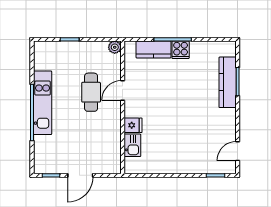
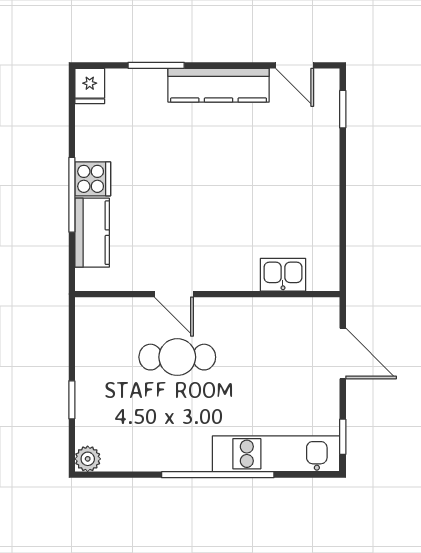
plant: (115, 47) -> (88, 459), moved
kitchen counter: (228, 82) -> (219, 85), moved
kitchen unit: (43, 103) -> (276, 454), moved
fridge: (133, 125) -> (90, 86), moved, turned 180
door: (80, 175) -> (343, 353), moved

